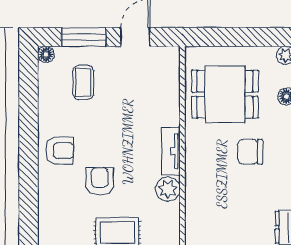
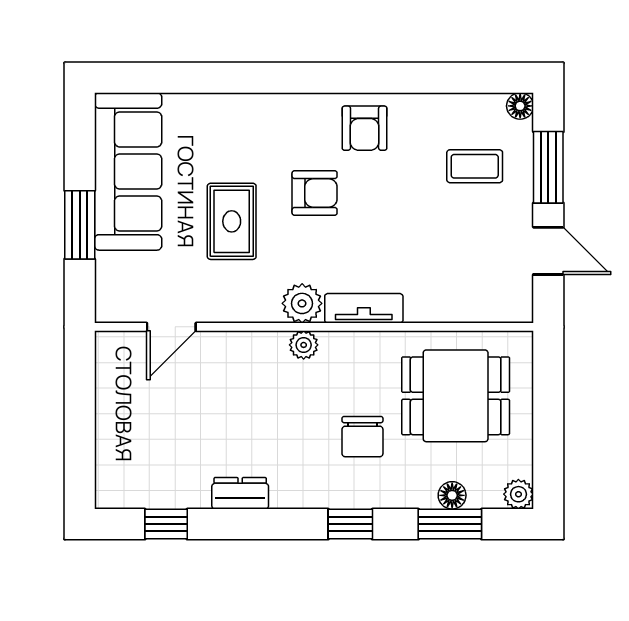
dining table: (225, 94) -> (456, 396), turned 90
chair: (250, 152) -> (362, 437), turned 180
plant: (194, 188) -> (304, 345), added

